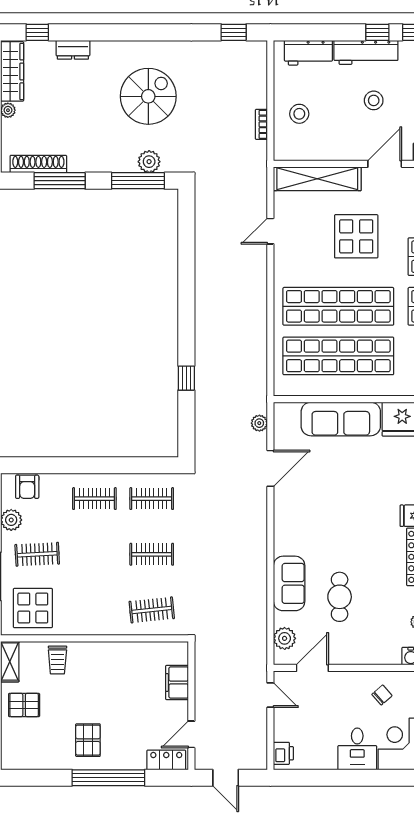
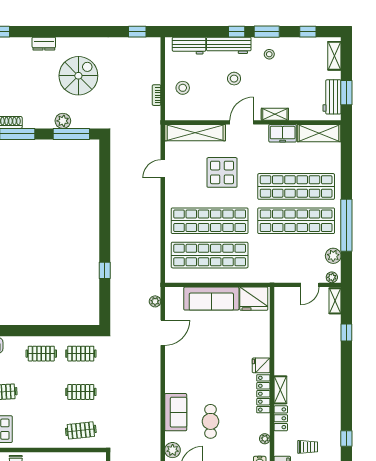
dresser: (73, 50) -> (44, 44), moved
plant: (149, 162) -> (63, 121), moved

